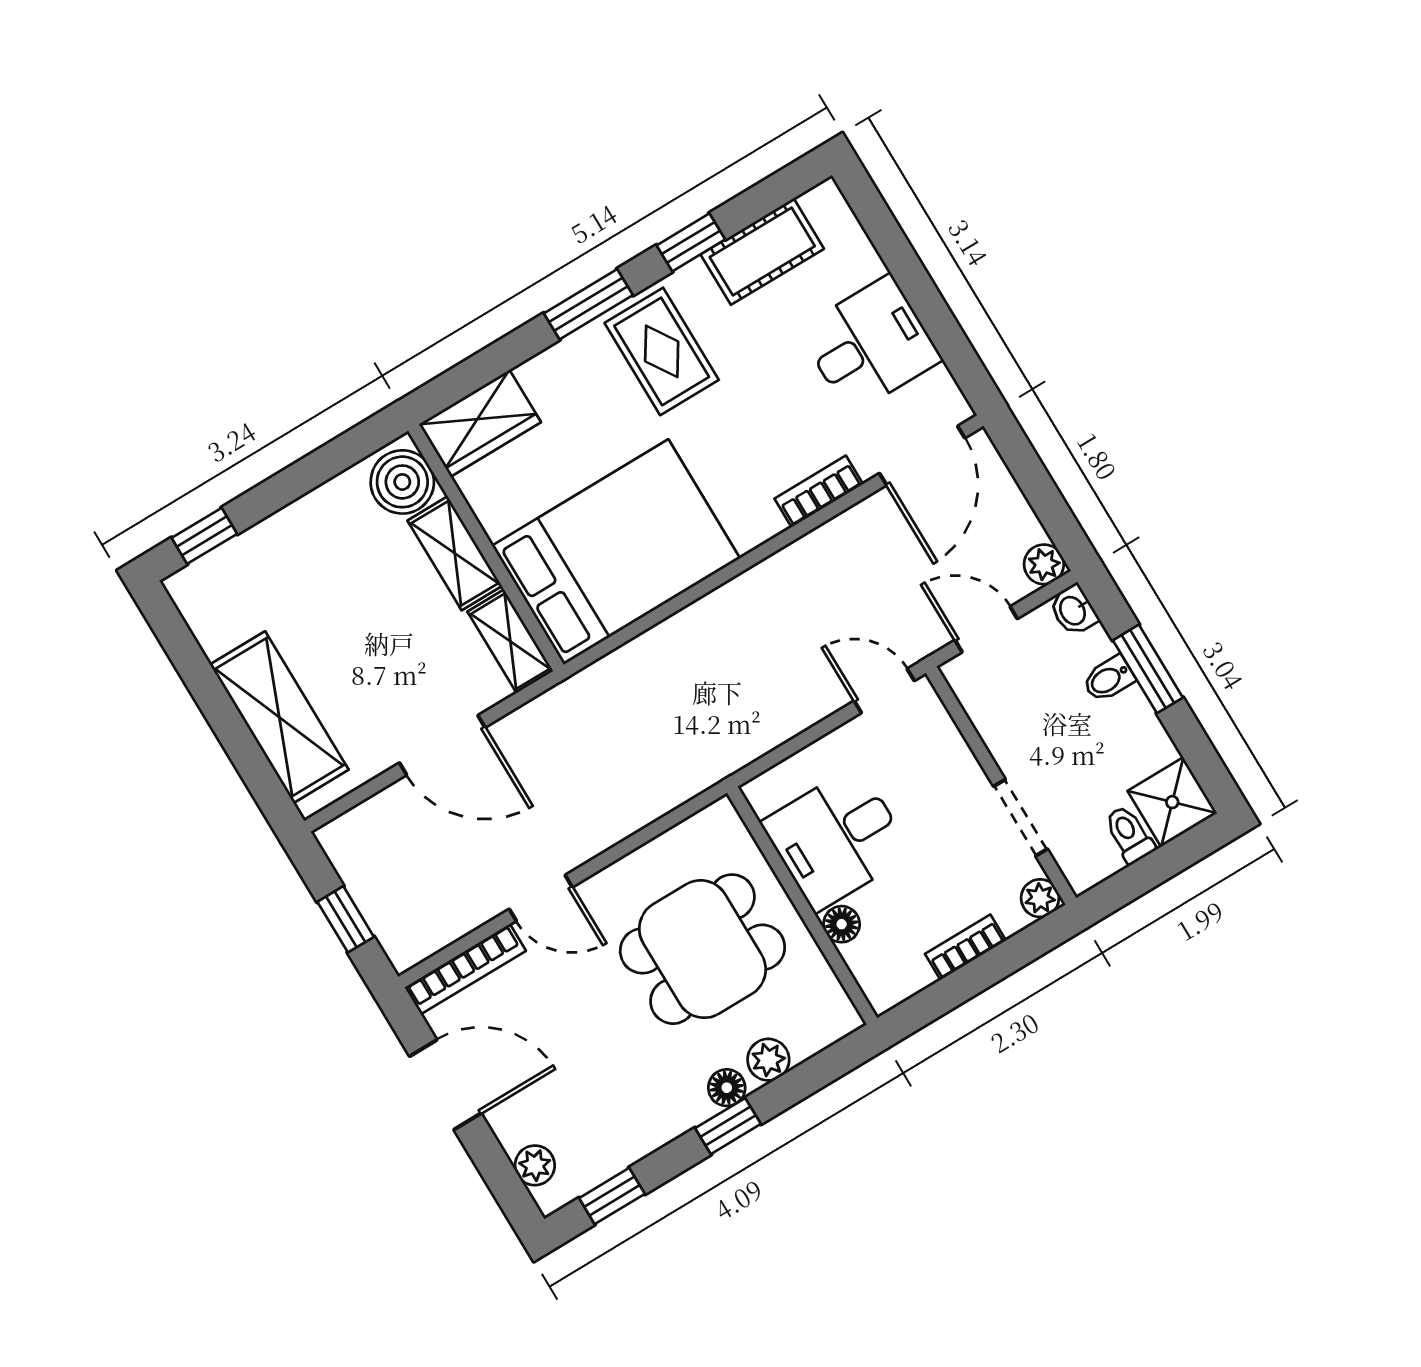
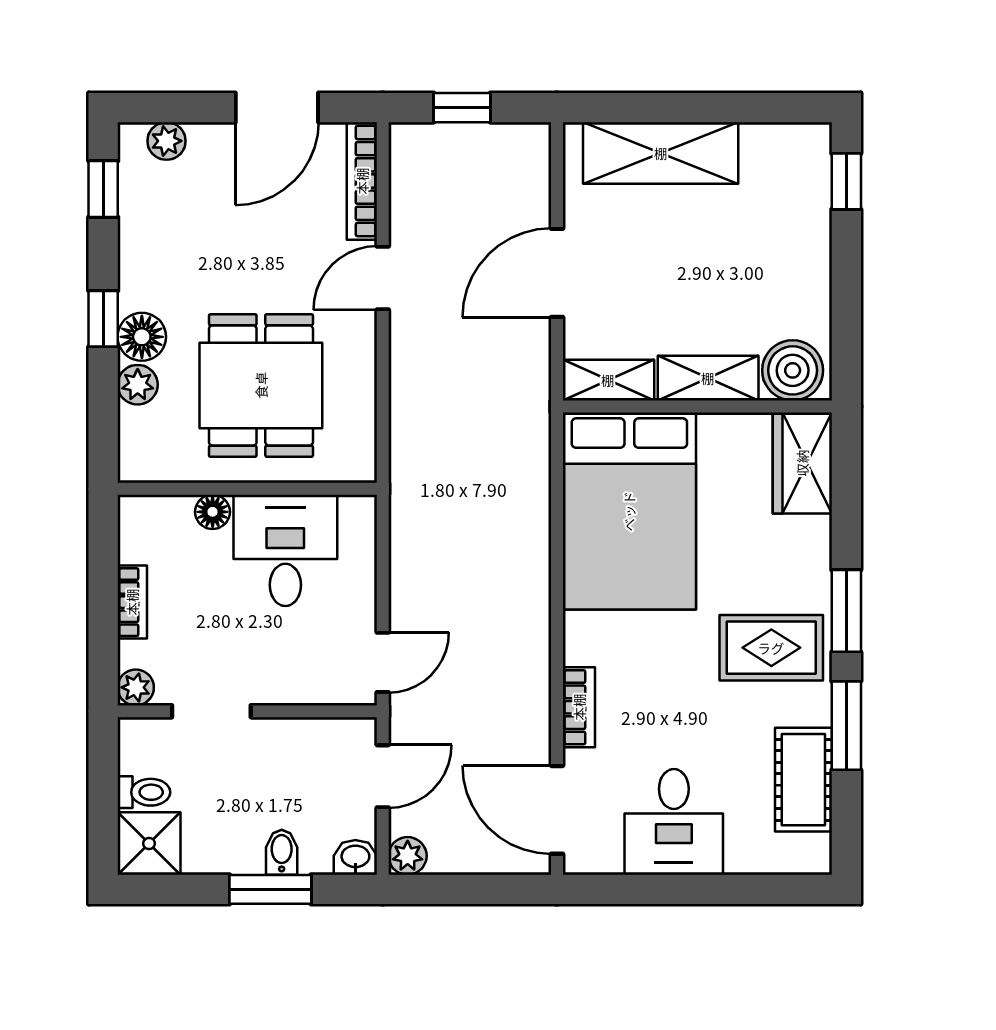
window: (691, 242) -> (846, 726), width x1.50
floor lamp: (727, 1088) -> (142, 337), width x1.37, depth x1.37

